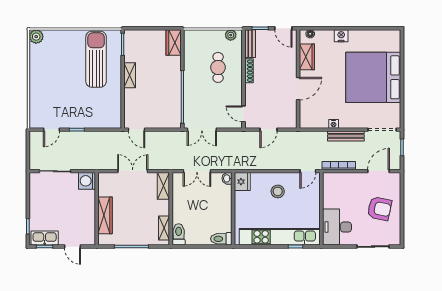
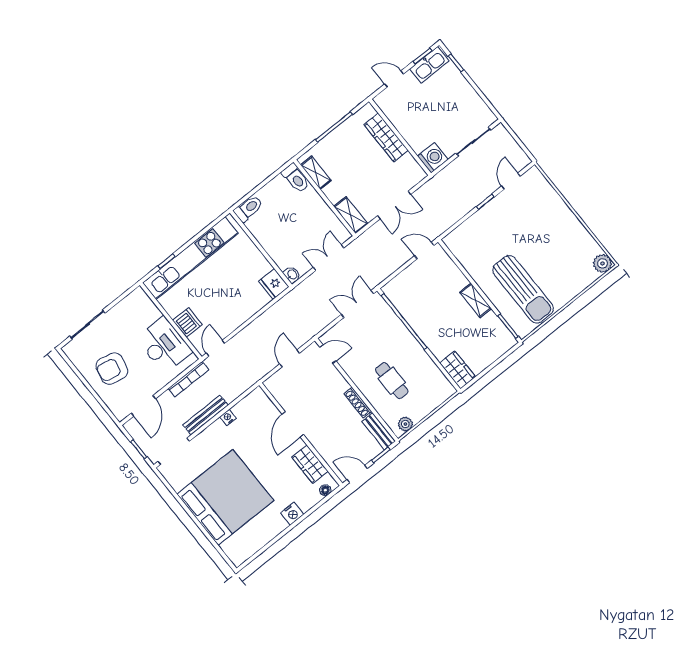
stool: (278, 191) -> (230, 303), removed
dishwasher: (312, 200) -> (187, 322), added
desk: (337, 227) -> (164, 345), moved

